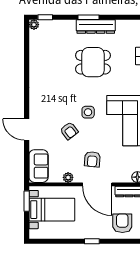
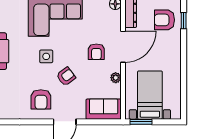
armchair: (48, 107) -> (41, 99), added
armchair: (92, 159) -> (96, 52), turned 85
window: (92, 241) -> (184, 21), moved

